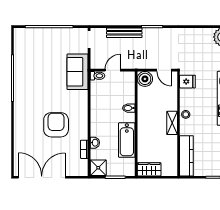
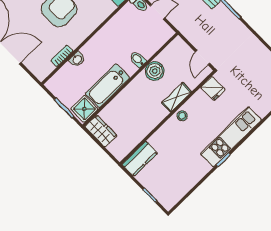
boiler: (145, 79) -> (155, 71), moved
shelving: (172, 123) -> (177, 97), moved
kitchen counter: (186, 156) -> (140, 159), width x0.67
shower: (98, 168) -> (84, 109), moved

